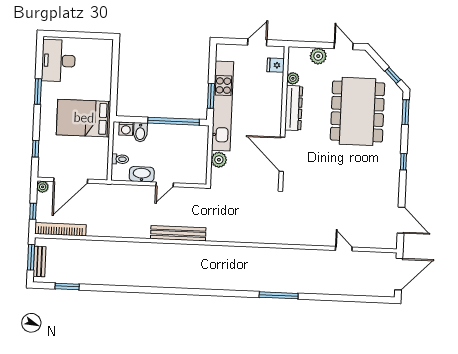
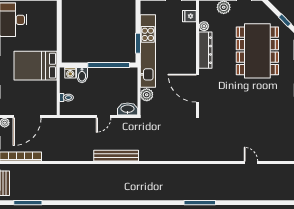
washbasin: (142, 174) -> (128, 109), moved
window: (67, 286) -> (28, 203), width x1.44

